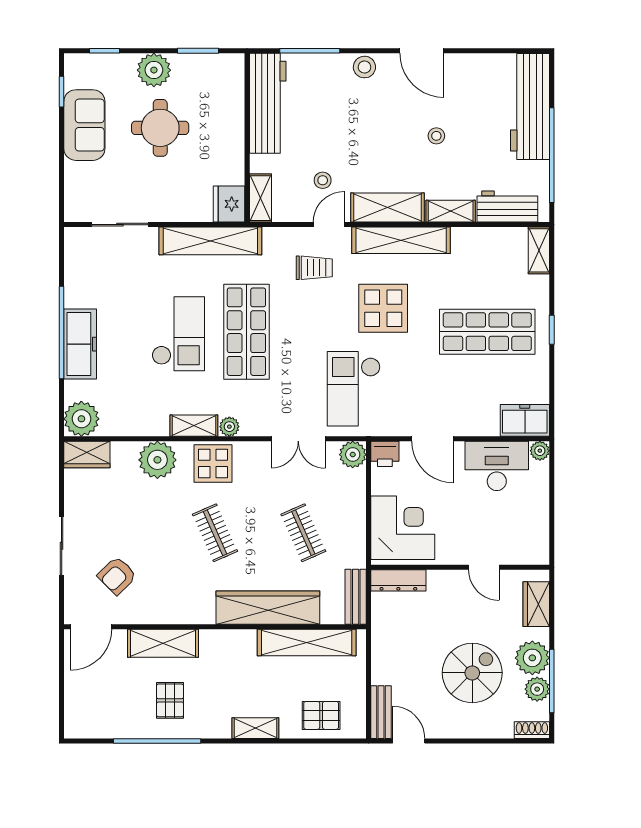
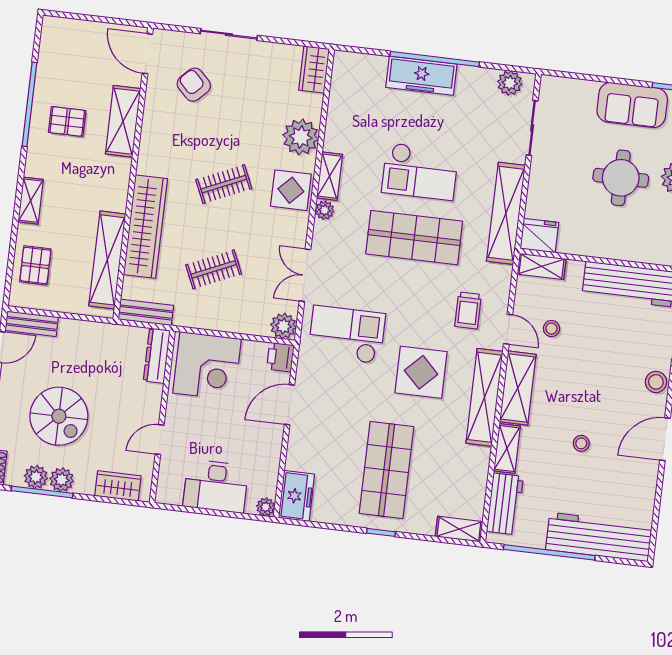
plant: (81, 419) -> (510, 83), moved, width x0.73, depth x0.73
desk: (497, 466) -> (216, 486), moved, turned 90
plant: (532, 658) -> (62, 480), width x0.73, depth x0.73

